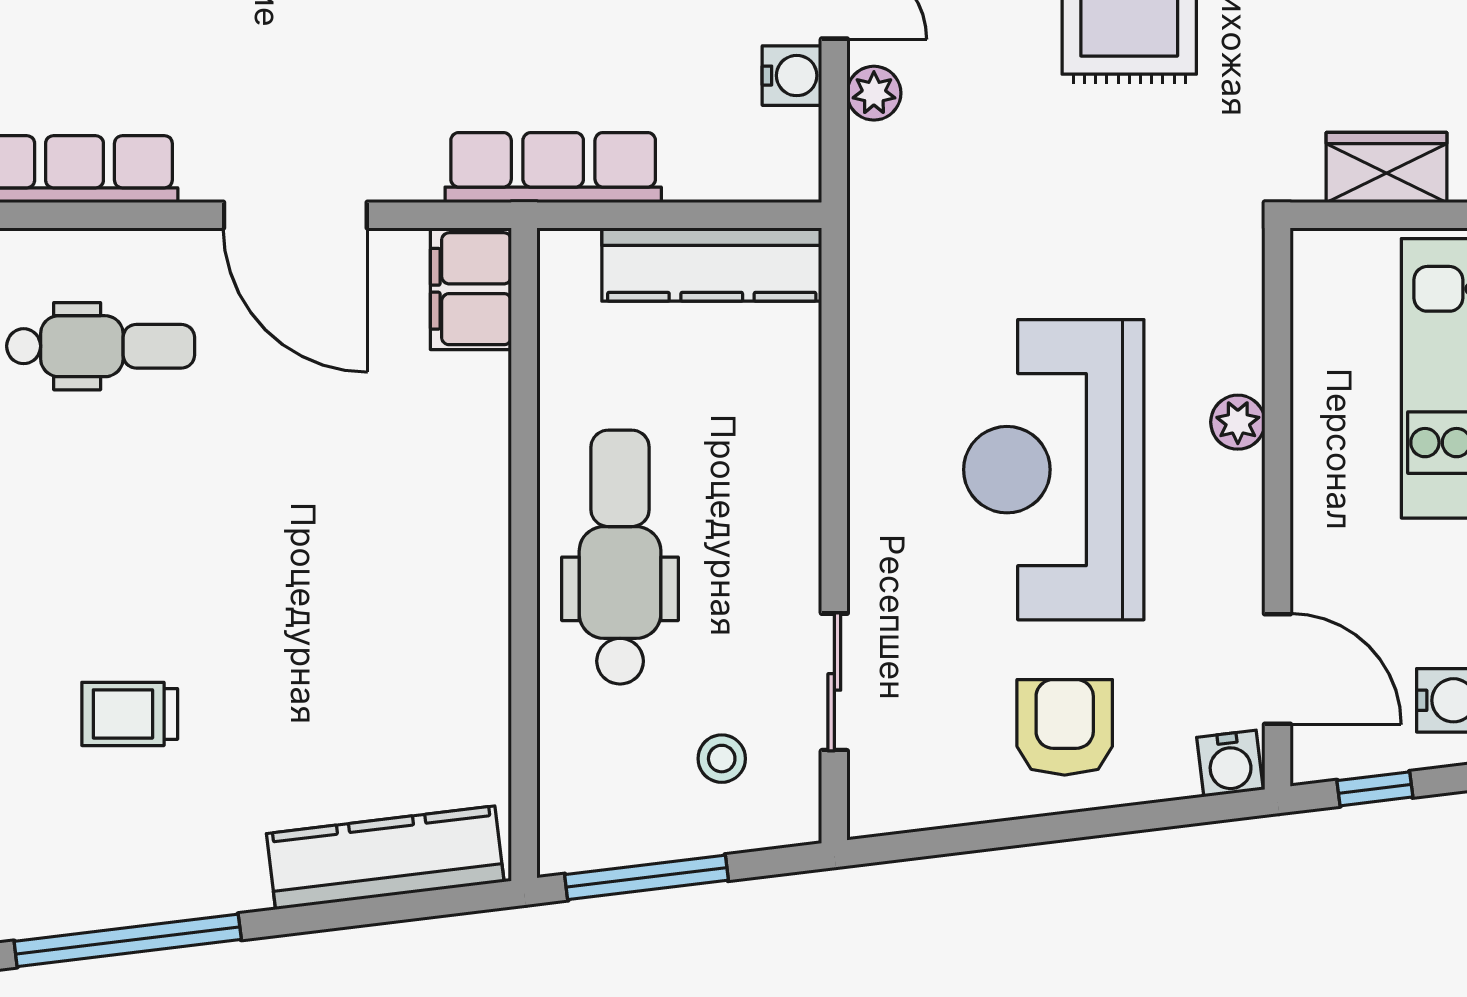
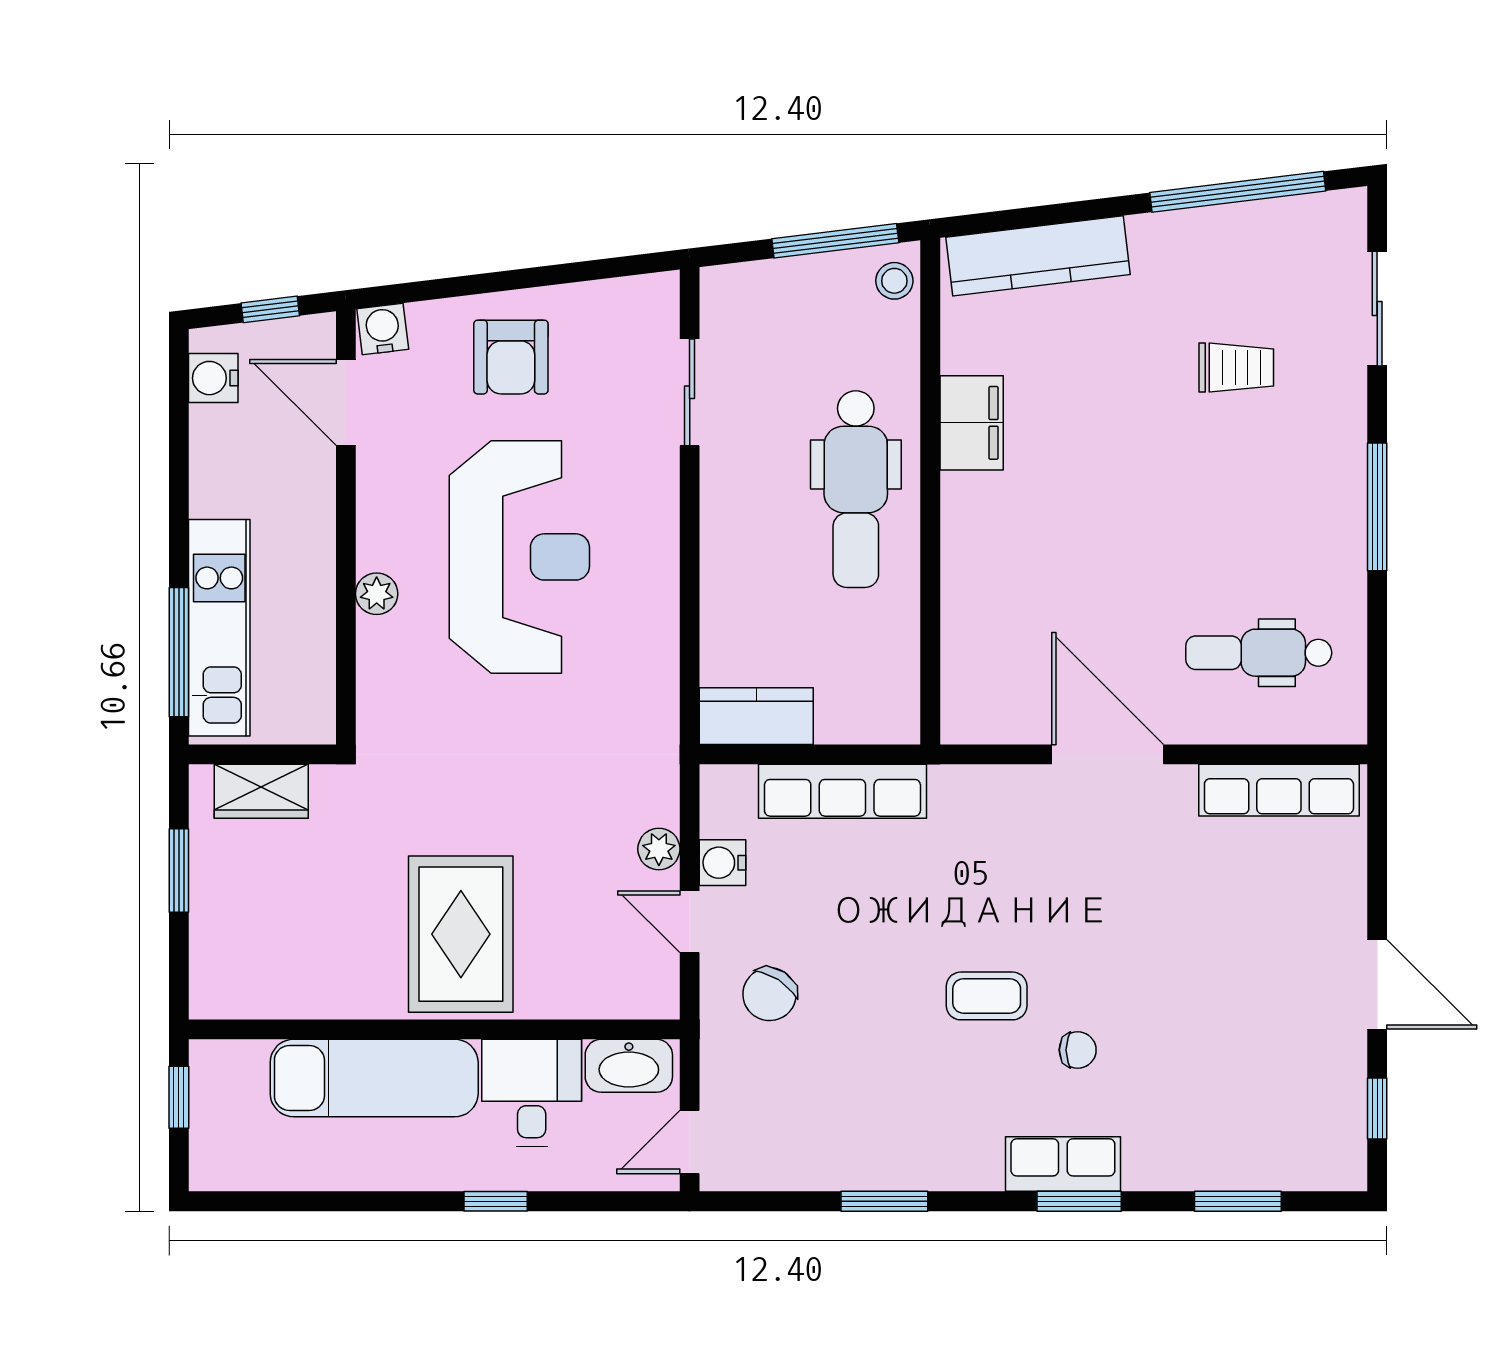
row of seats: (553, 168) -> (842, 791), moved
kitchen counter: (712, 264) -> (756, 716), width x0.67
filing cabinet: (471, 289) -> (972, 423), moved
stool: (722, 759) -> (894, 281), moved

